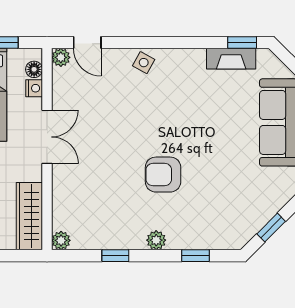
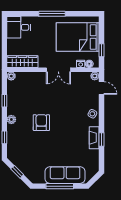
door: (87, 42) -> (102, 88), swing flipped
window: (242, 42) -> (102, 140), moved
fireplace: (231, 59) -> (94, 138), moved

